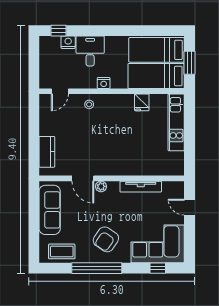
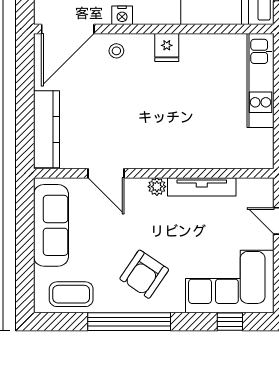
nightstand: (104, 83) -> (122, 15), moved
door: (60, 91) -> (68, 29), width x1.87
fridge: (142, 102) -> (167, 48), moved
kitchen counter: (47, 152) -> (46, 129), width x1.50
plant: (101, 186) -> (157, 187), moved

